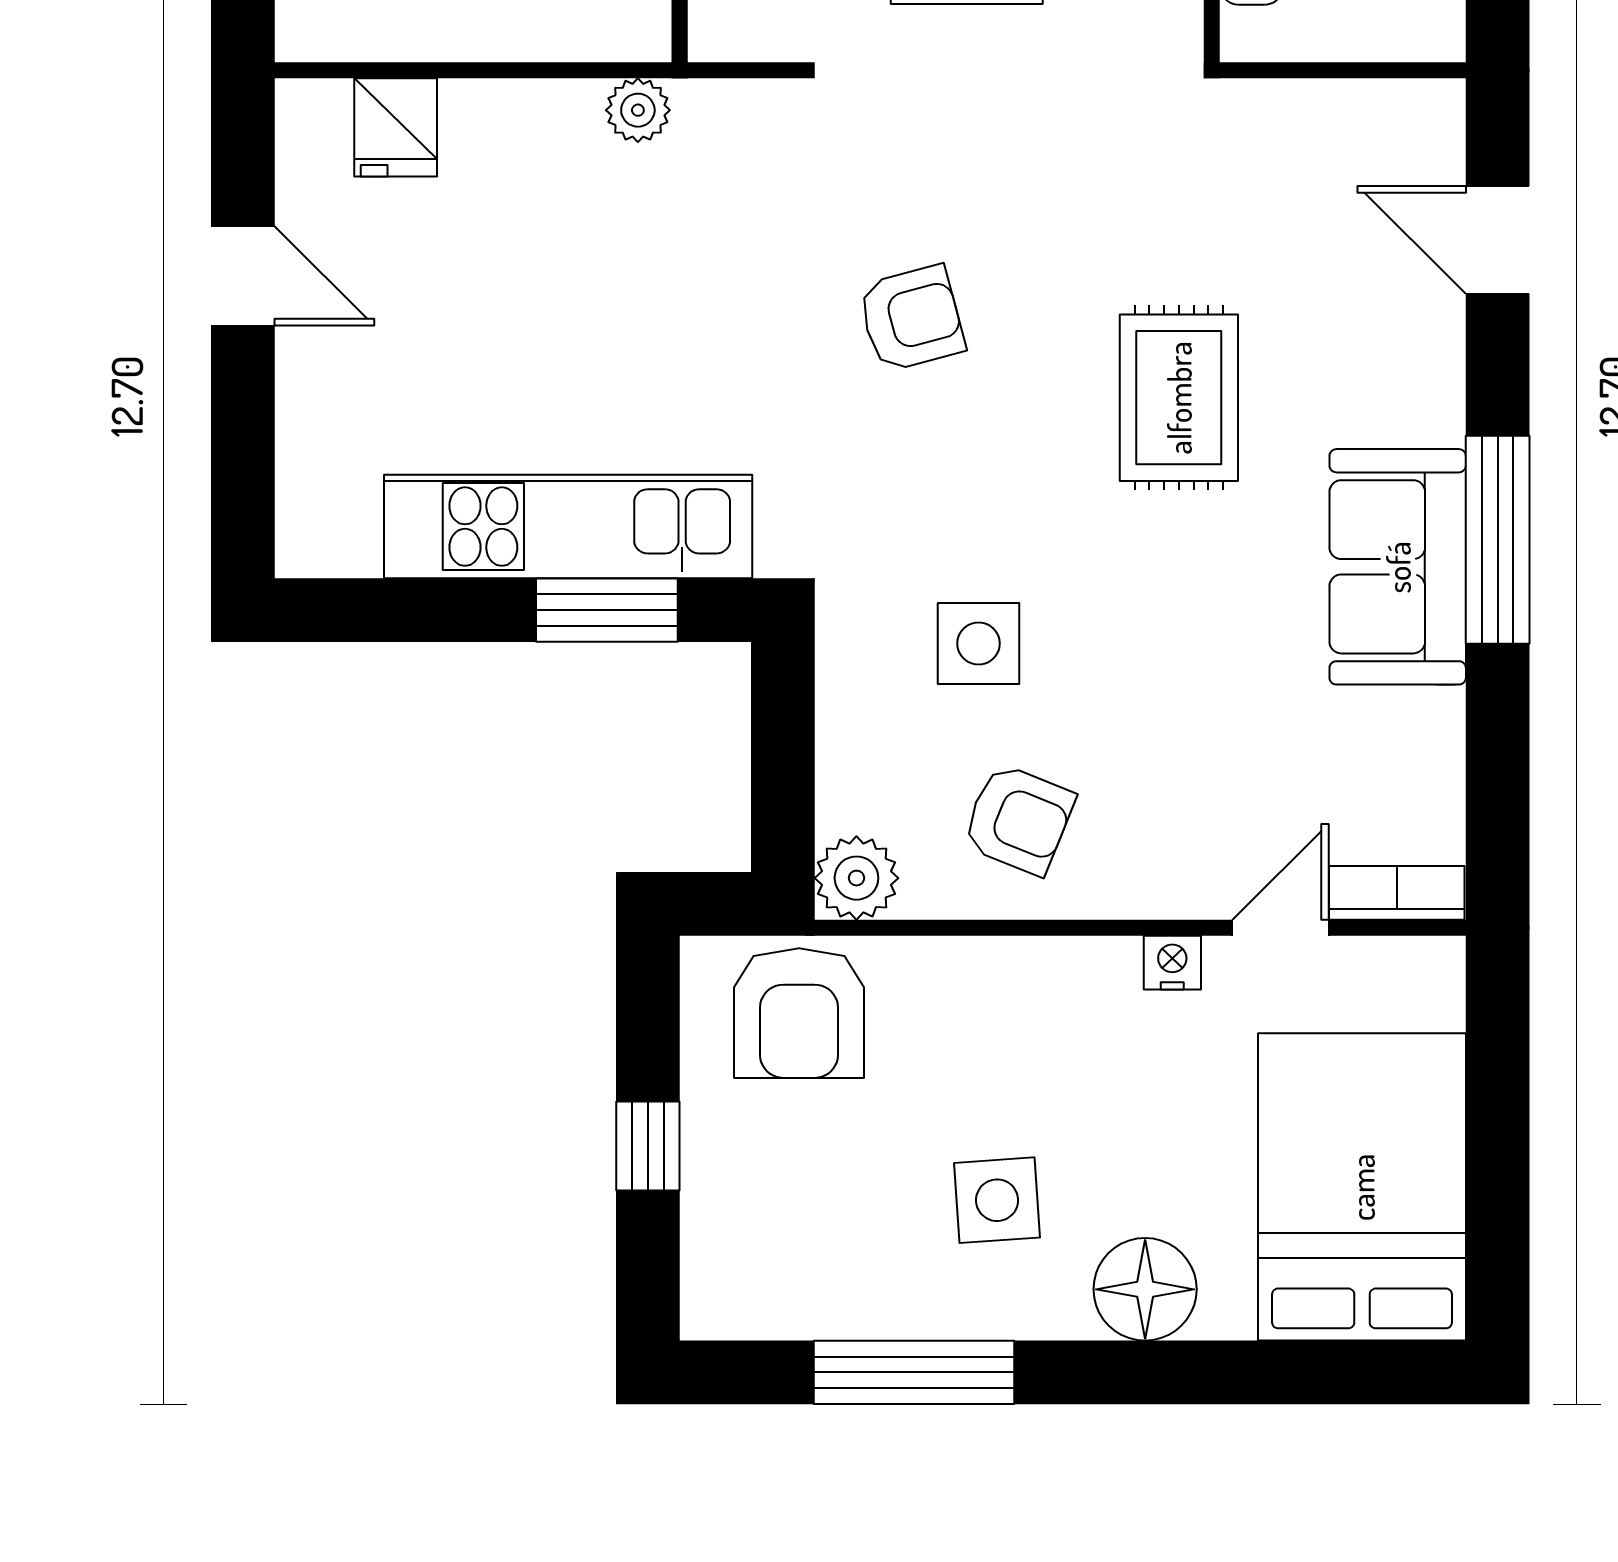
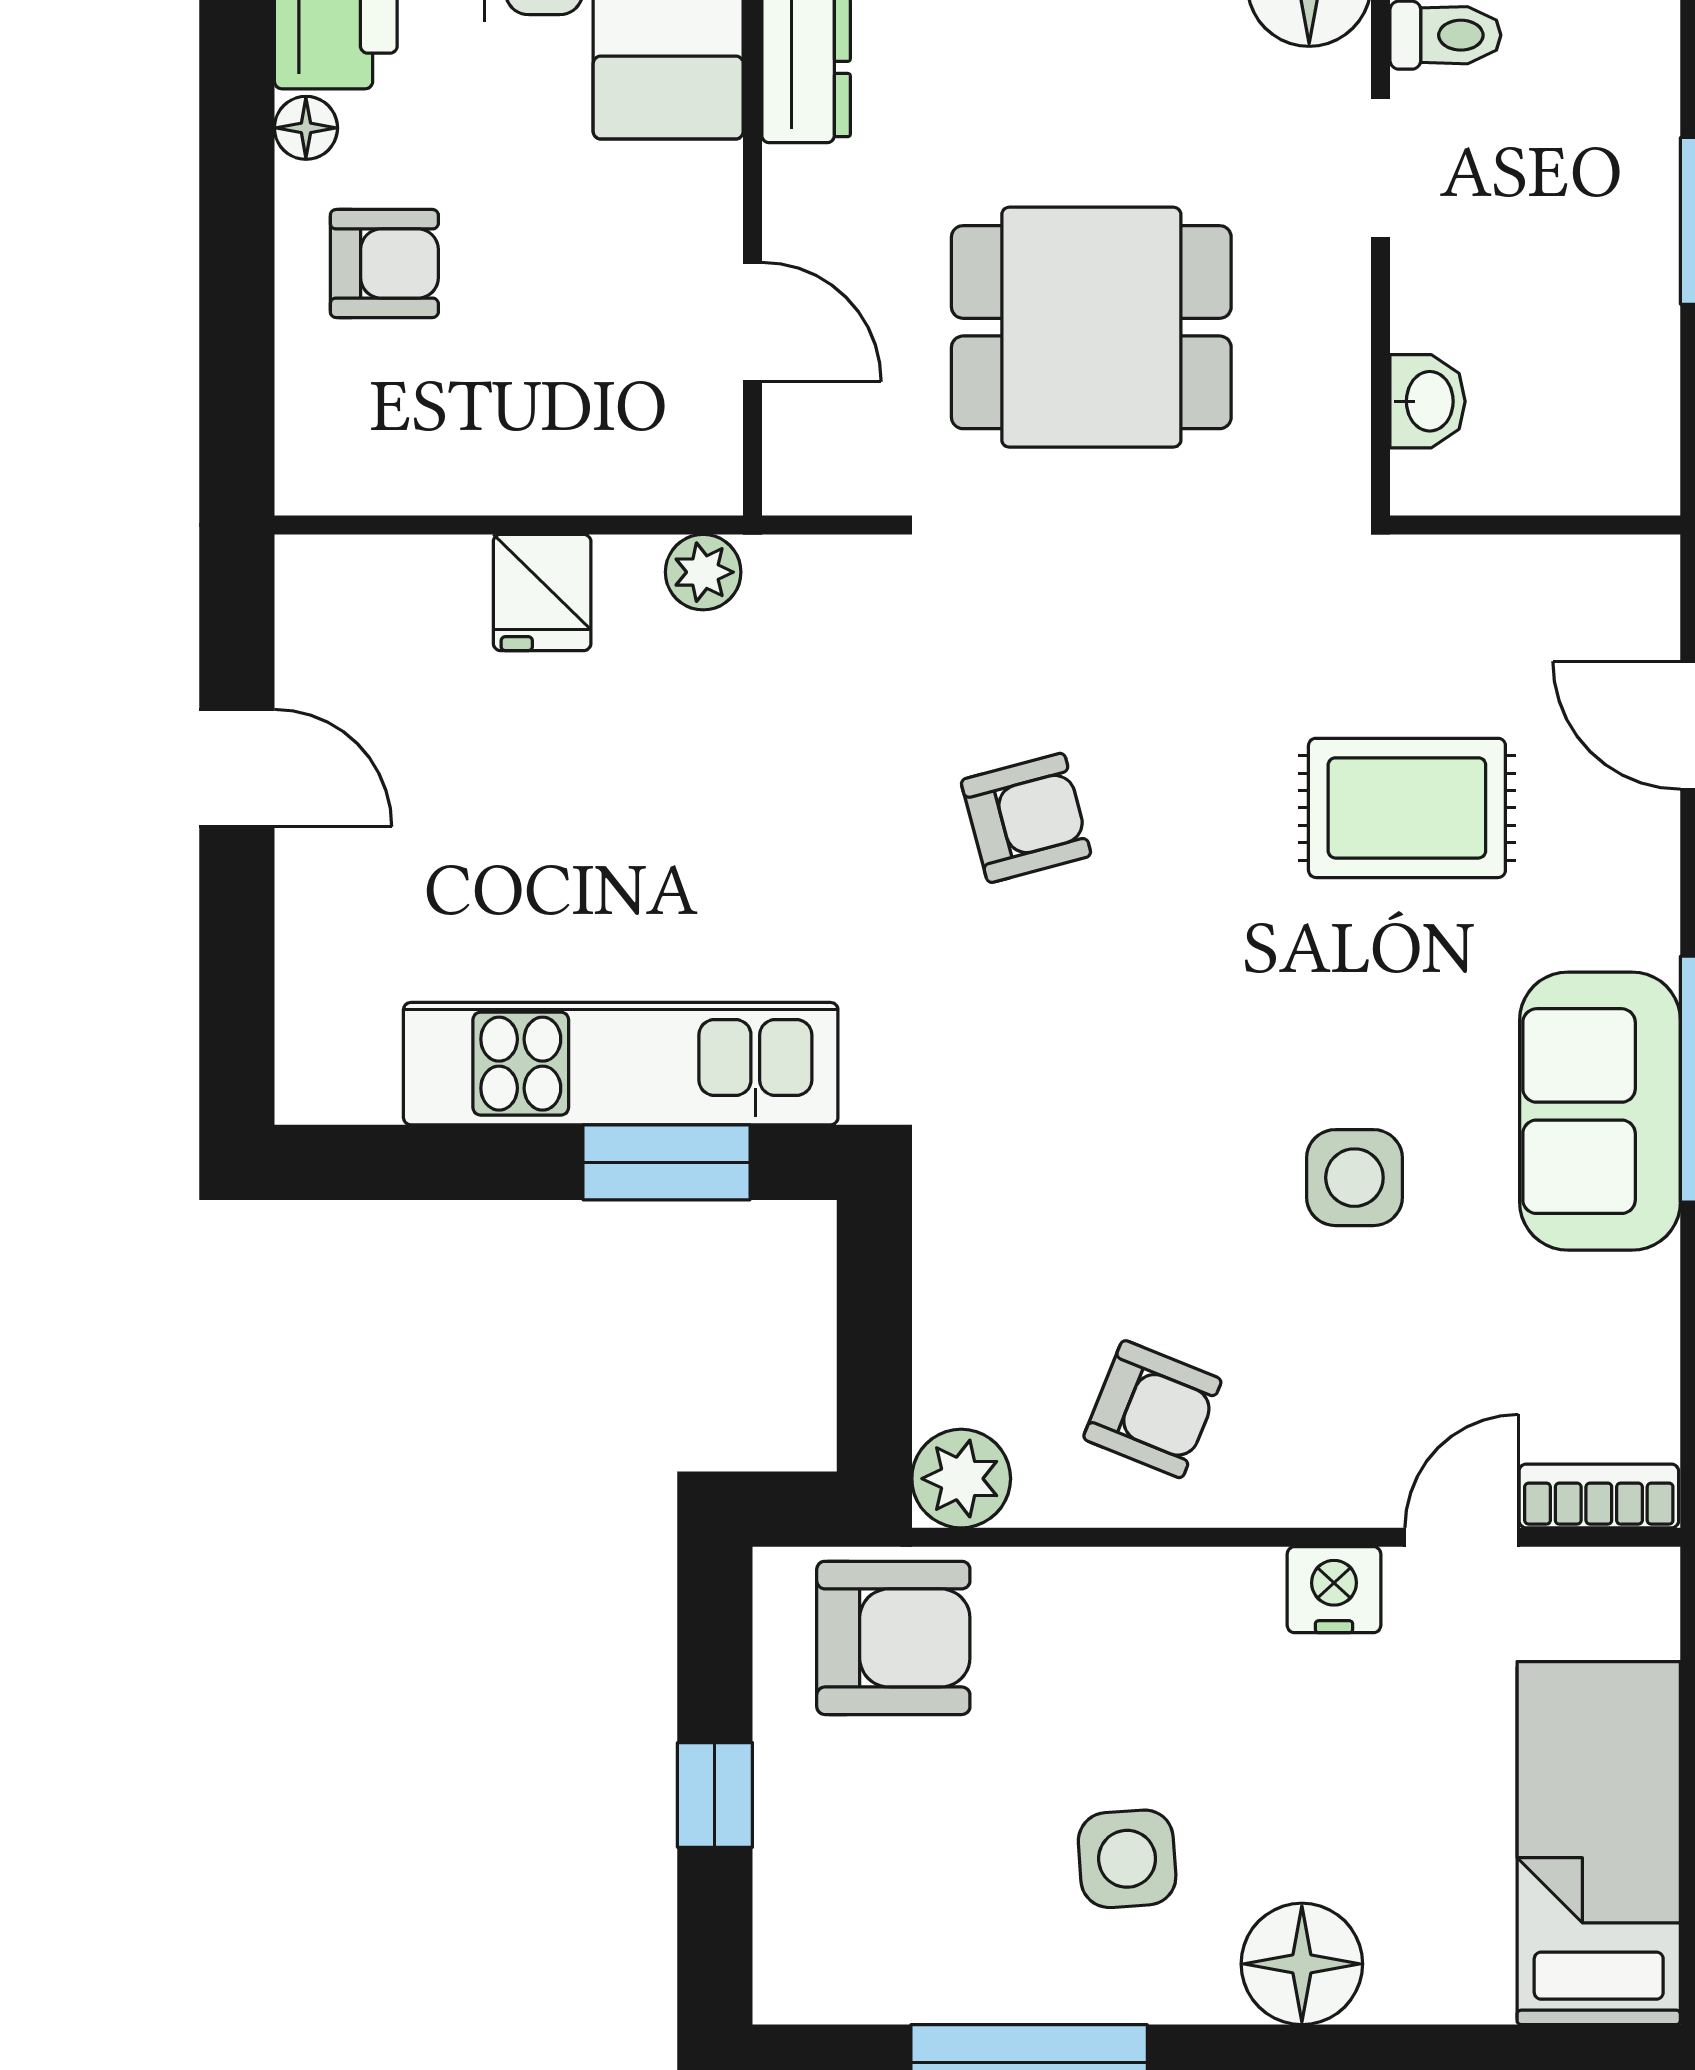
fridge: (396, 127) -> (542, 592), moved
rug: (1179, 398) -> (1407, 808), moved, turned 90
side table: (979, 643) -> (1354, 1178), moved
nightstand: (1172, 963) -> (1334, 1590), width x1.39, depth x1.35
armchair: (799, 1013) -> (893, 1638), turned -90
bed: (1362, 1187) -> (1599, 1843), width x0.67

